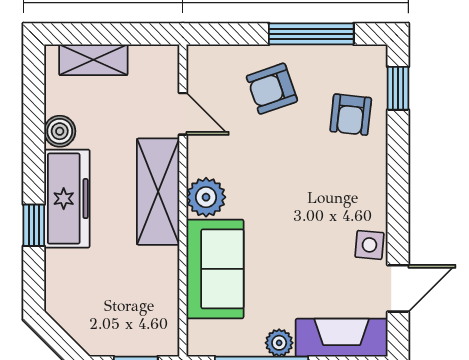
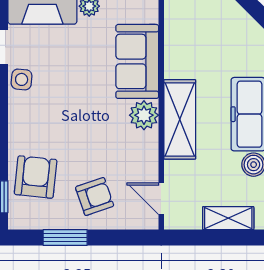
window: (311, 34) -> (65, 237), width x0.69
door: (183, 114) -> (161, 199), moved
armchair: (351, 115) -> (36, 177), width x1.38, depth x1.38

